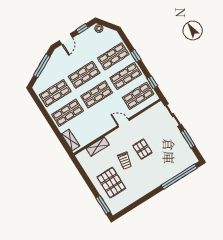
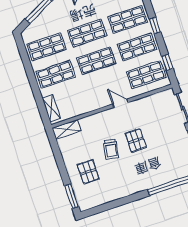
shelving: (98, 147) -> (67, 129), moved
pallet: (111, 183) -> (88, 172), width x0.67, depth x0.71

